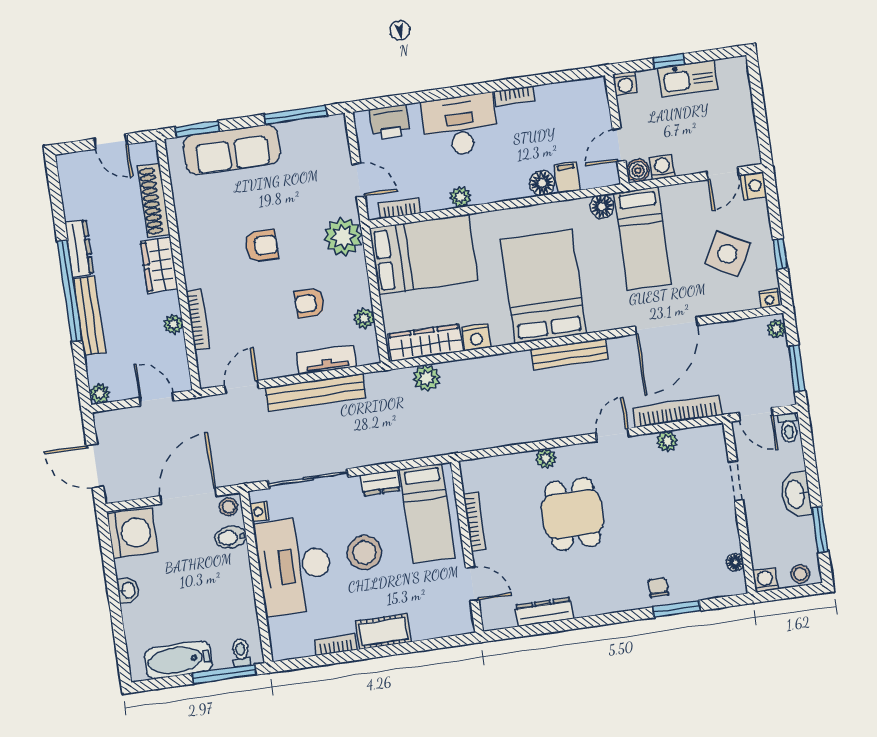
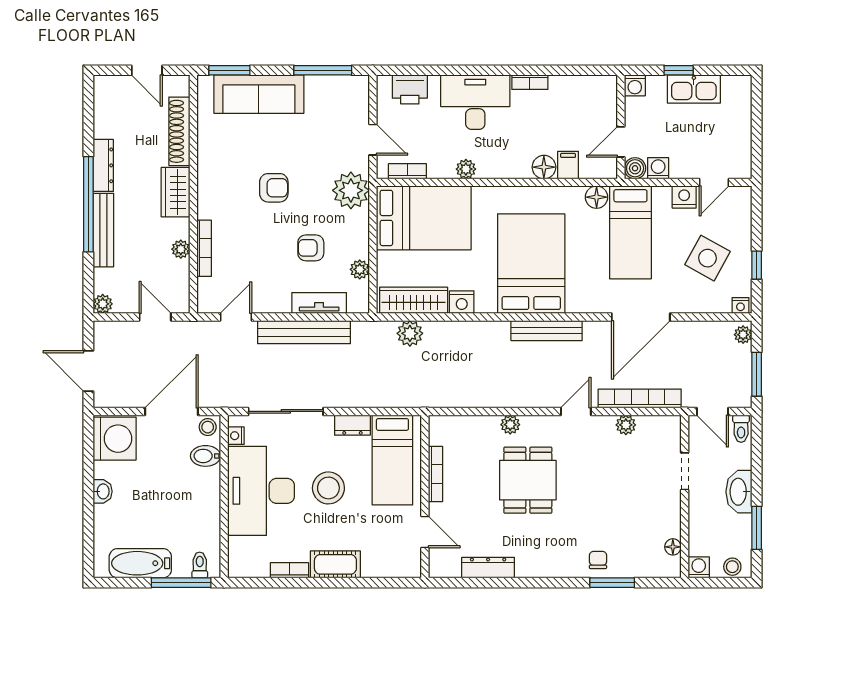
nightstand: (753, 186) -> (684, 197), moved, turned -90

